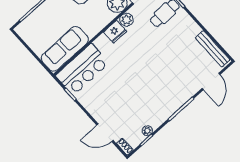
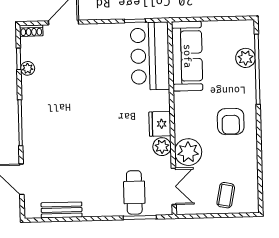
plant: (38, 16) -> (246, 58), added
bench: (213, 49) -> (62, 210), width x0.73

